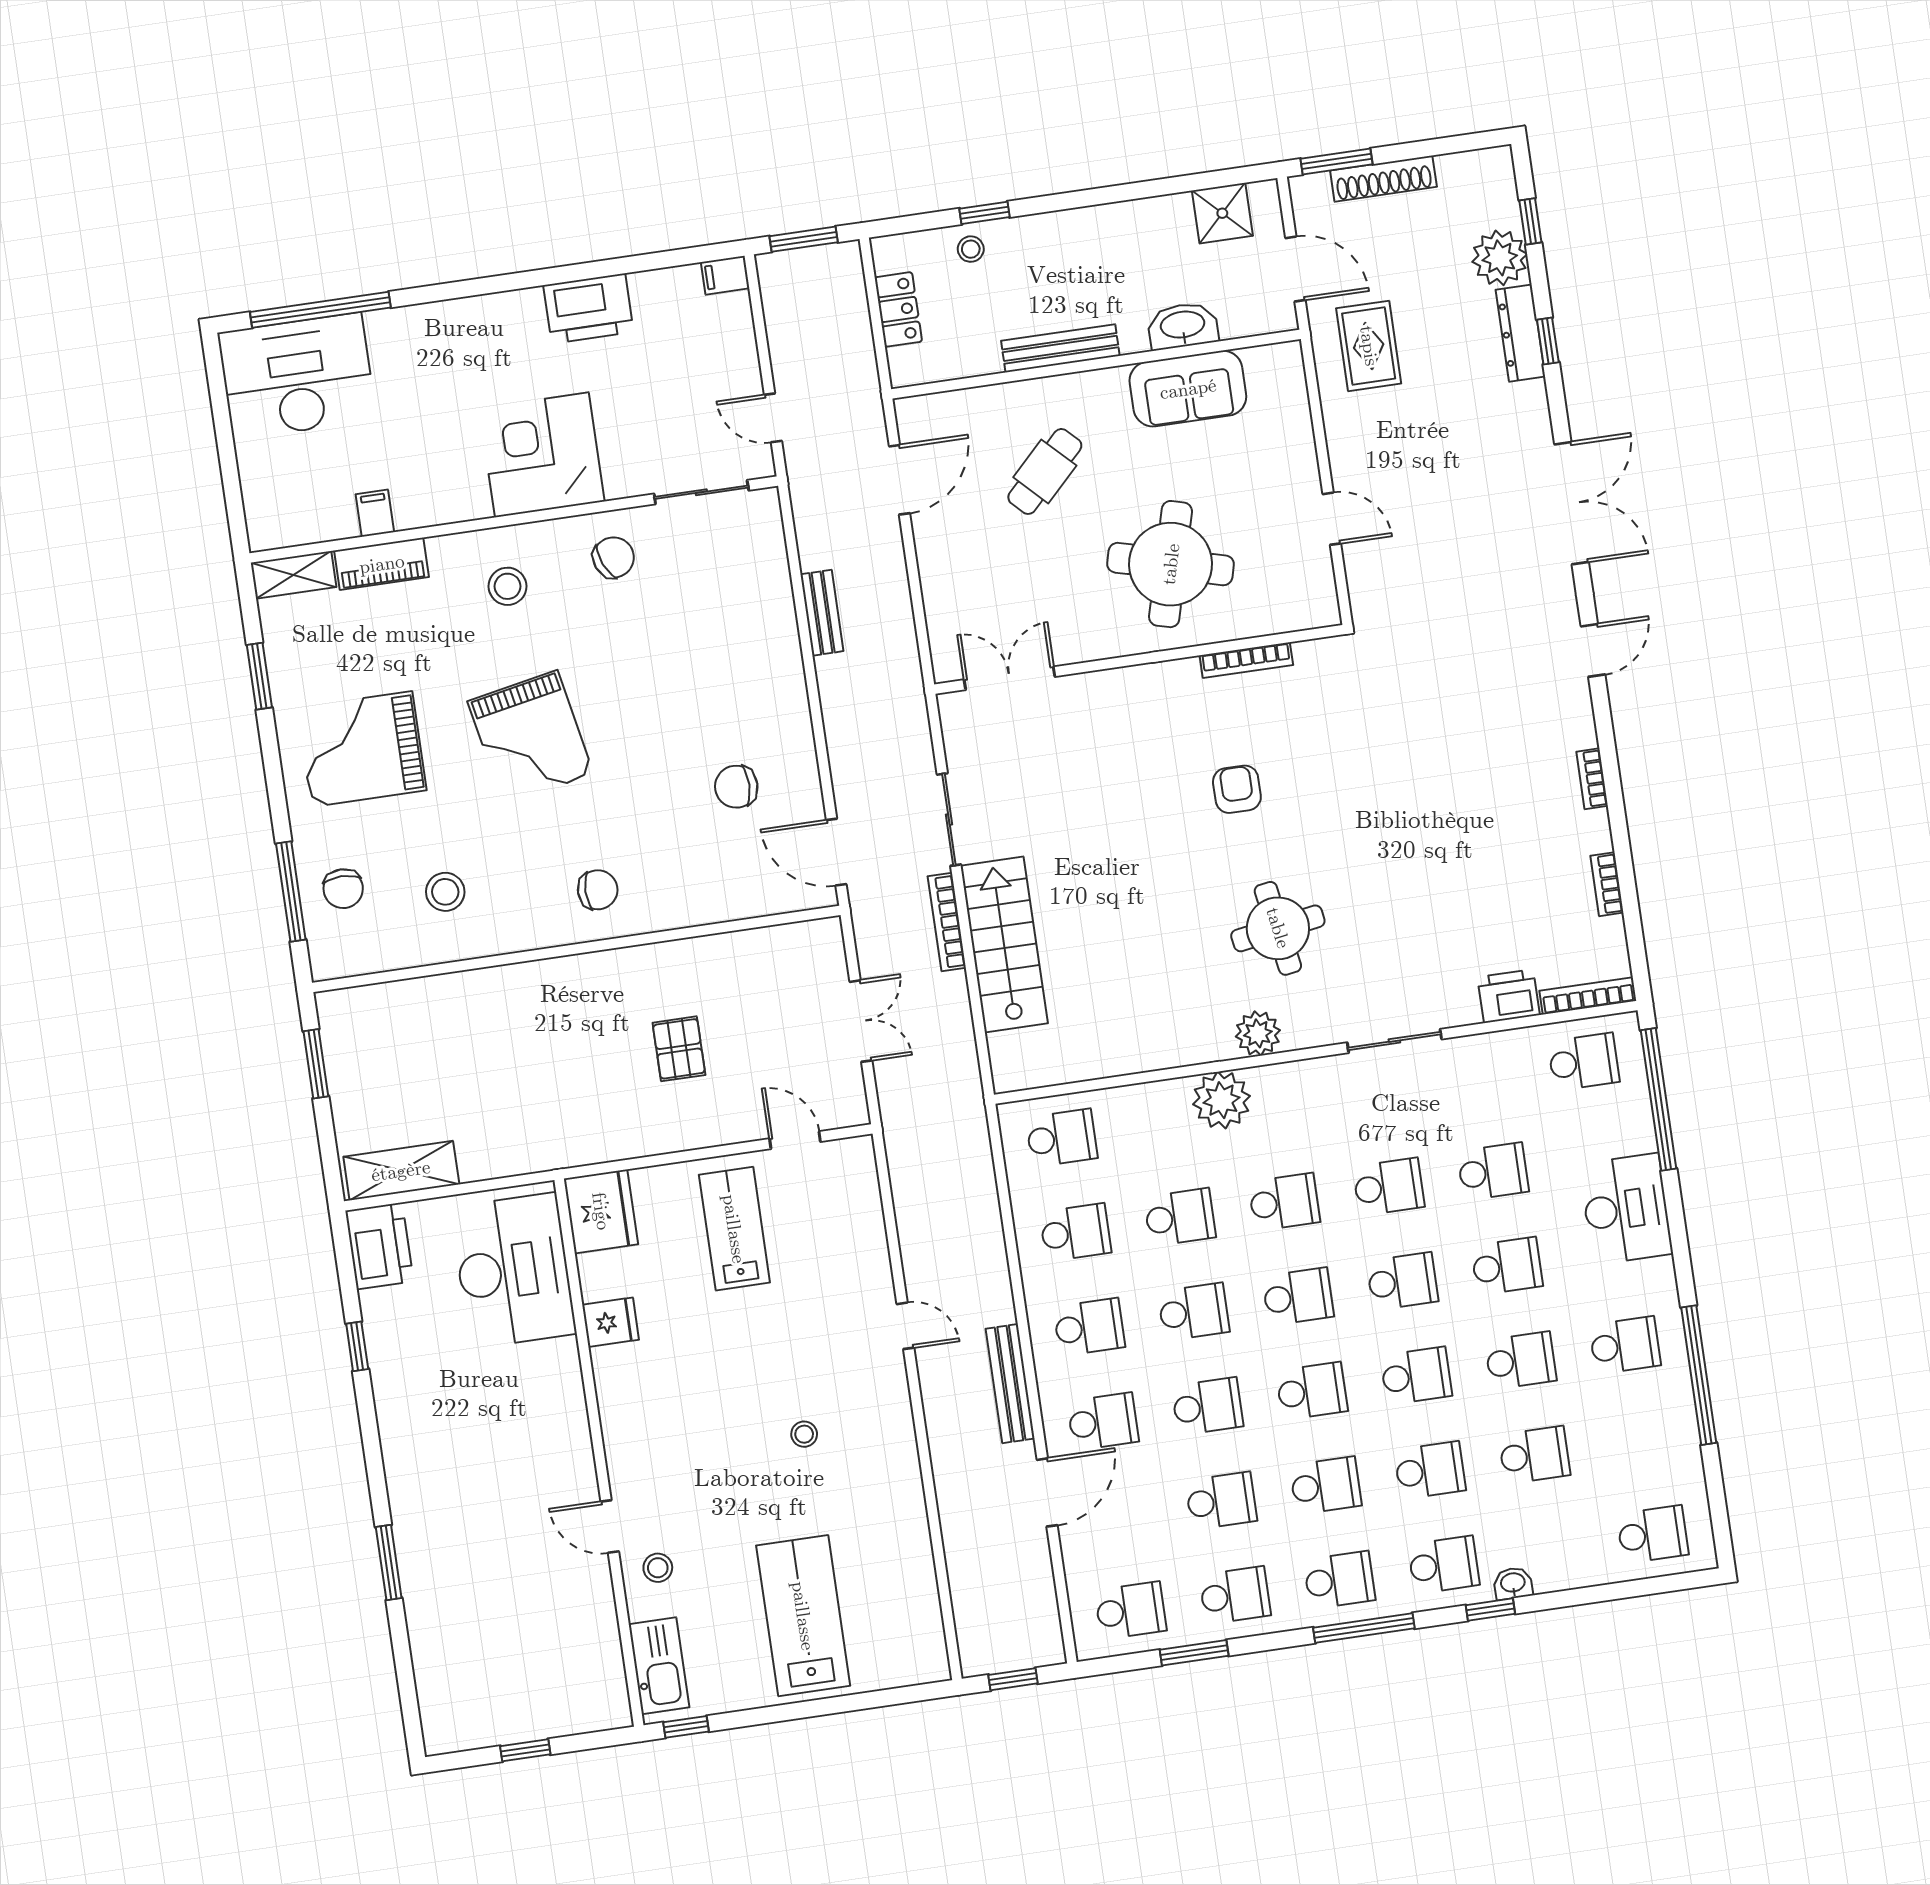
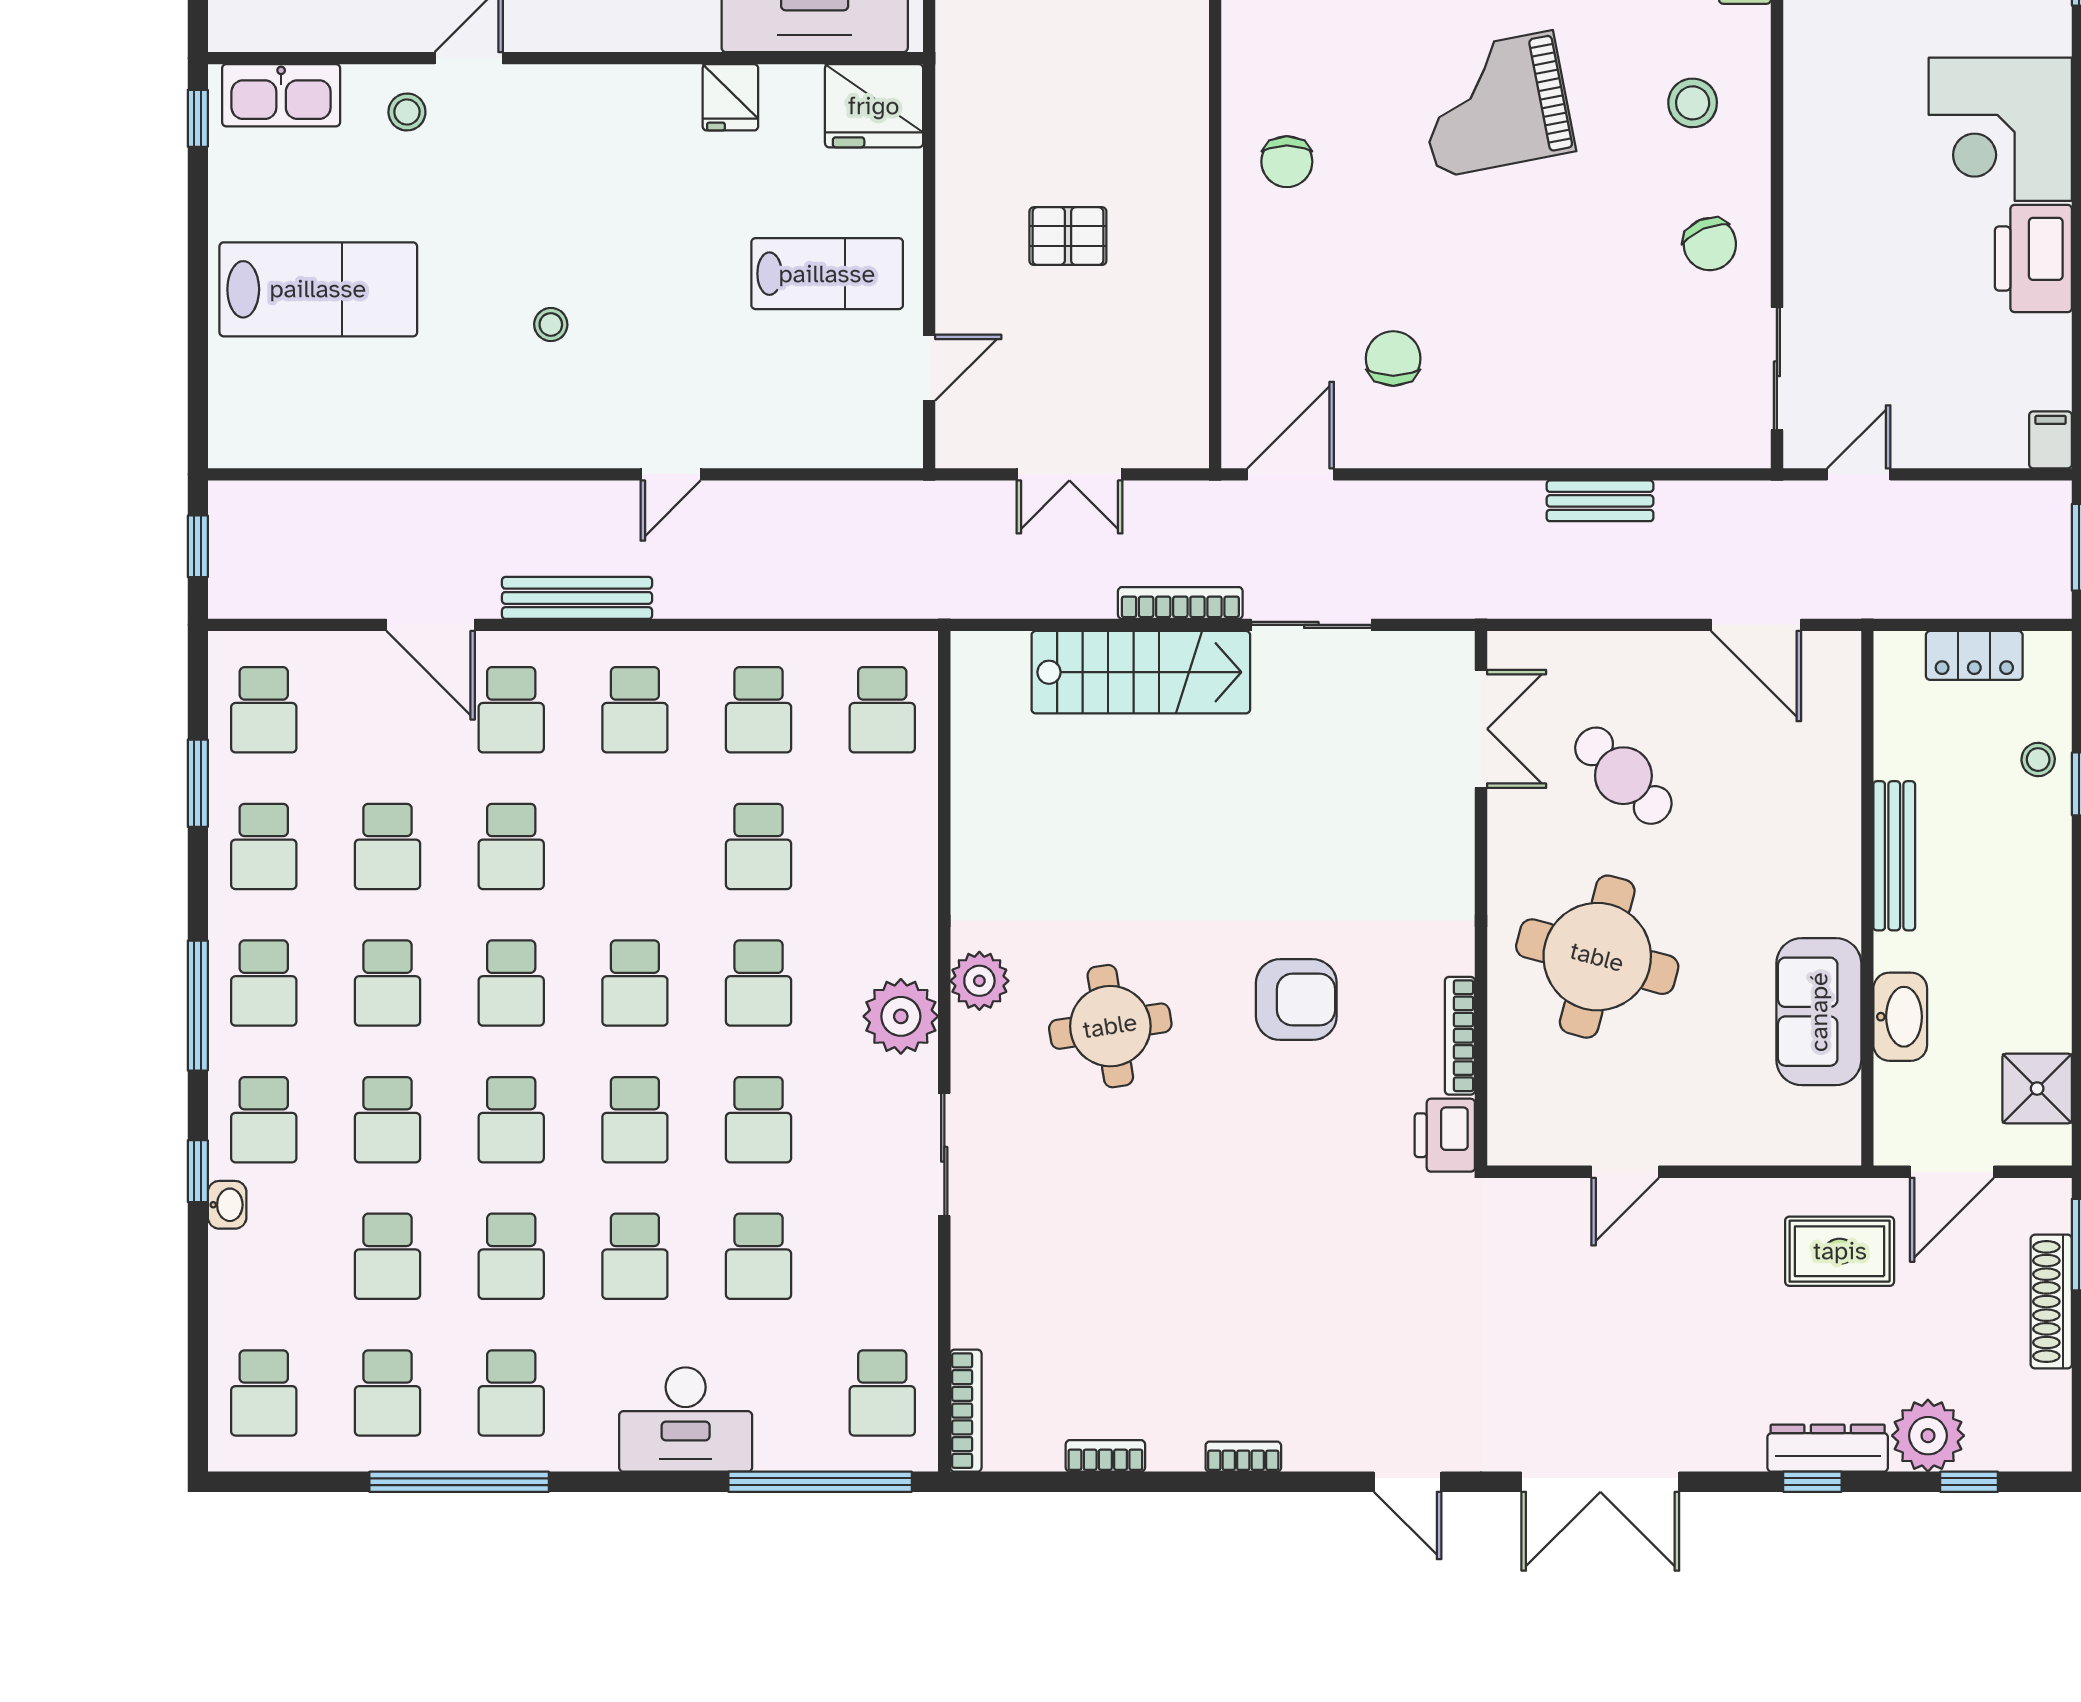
corner desk: (542, 455) -> (2000, 129), moved, turned 180
cafe table: (1045, 471) -> (1623, 776), moved
armchair: (1237, 789) -> (1296, 1000), width x1.38, depth x1.38
printer: (1509, 996) -> (1445, 1135), moved, turned 180
plant: (1222, 1100) -> (901, 1016), moved
school desk: (1194, 1312) -> (387, 1393), moved

